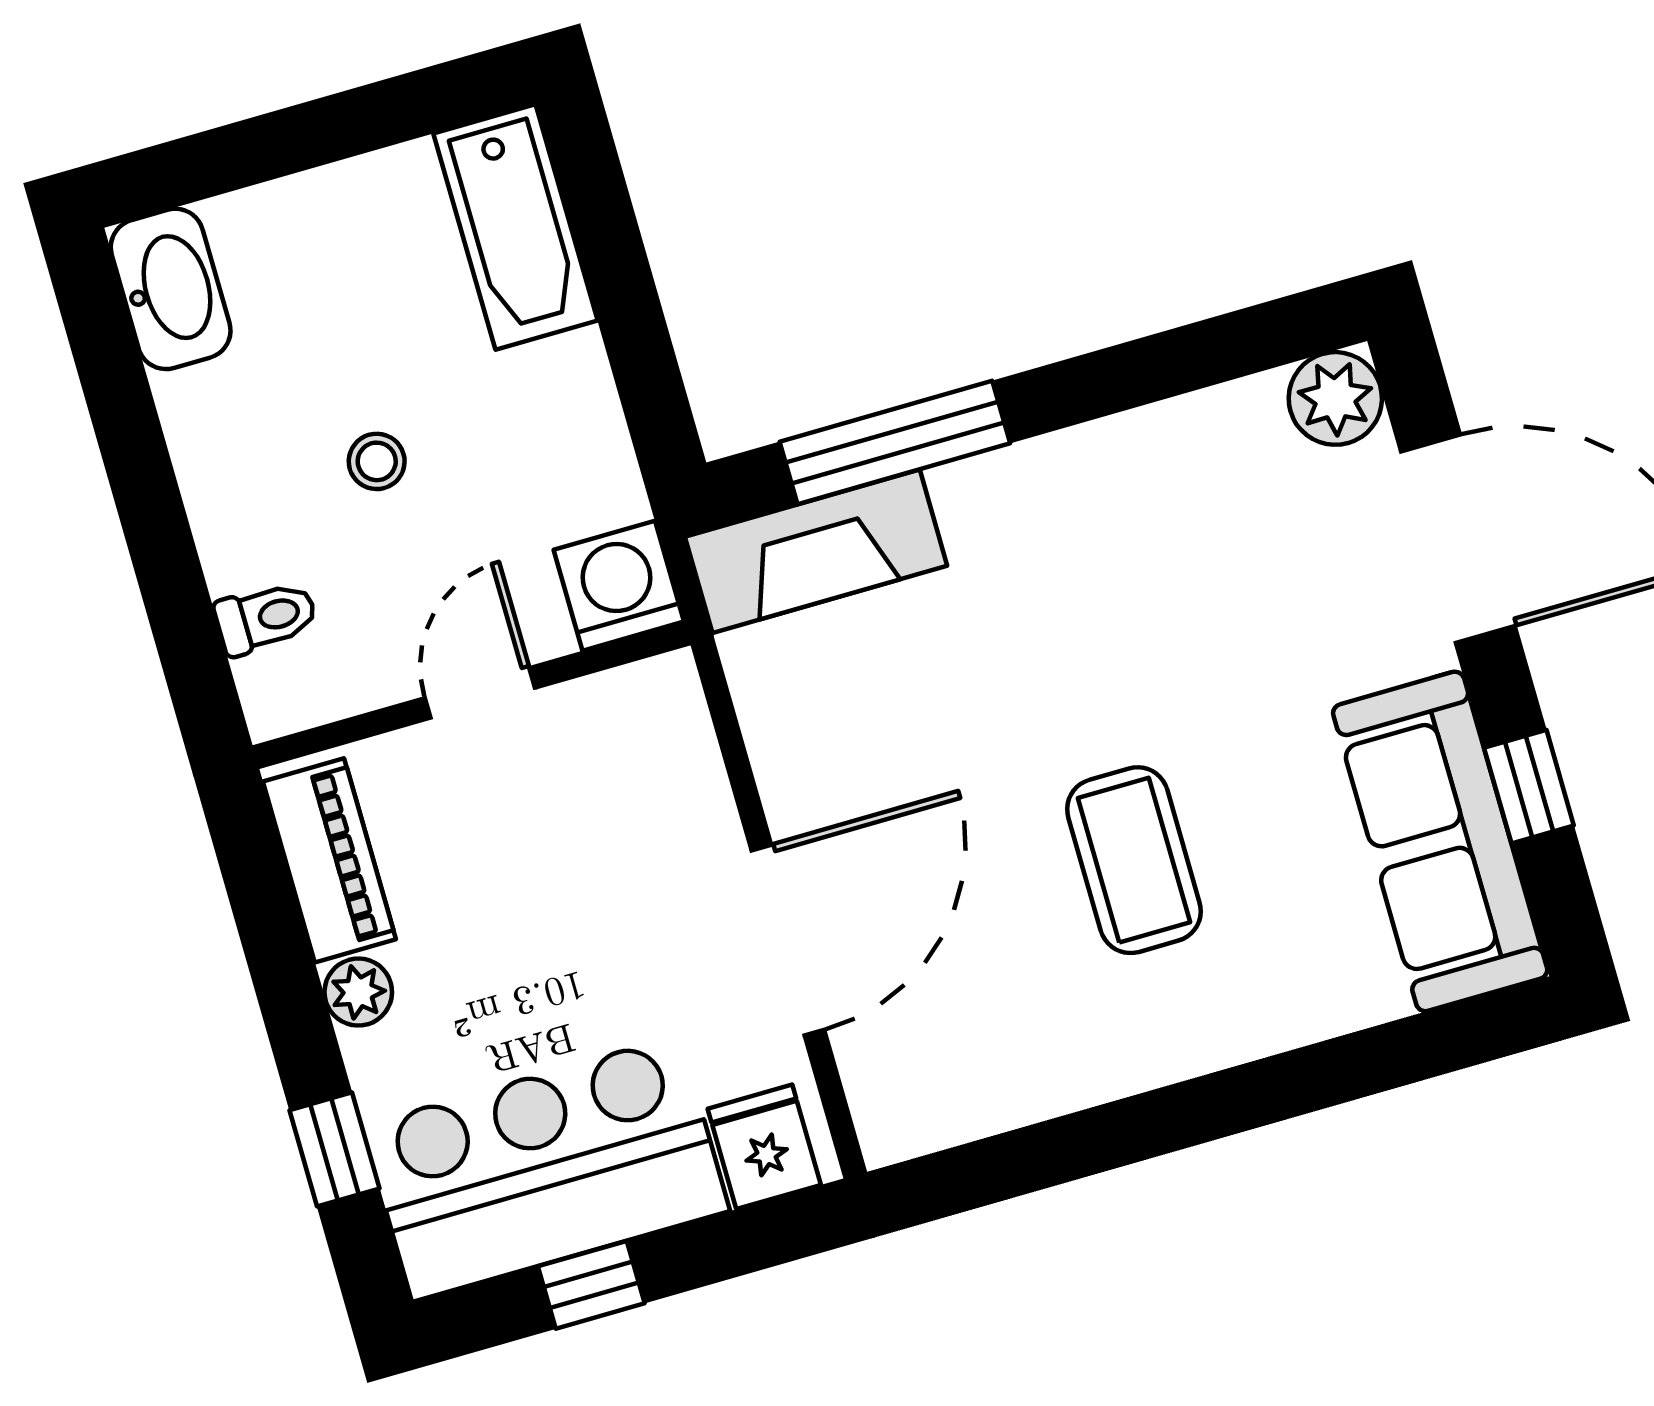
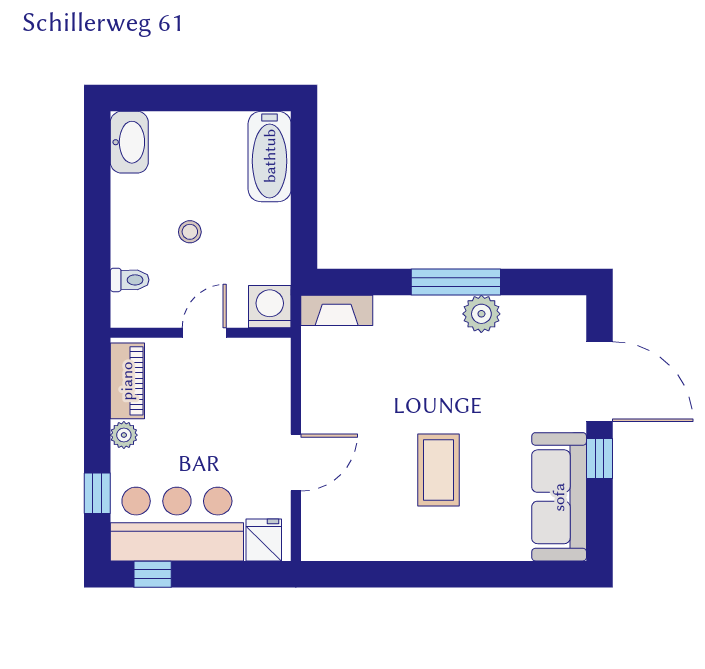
plant: (1335, 398) -> (481, 314), moved
window: (895, 442) -> (456, 282), moved
fireplace: (816, 551) -> (337, 310), width x0.73, depth x0.76
window: (1529, 787) -> (600, 459), moved
door: (788, 940) -> (296, 463), width x0.73
window: (591, 1285) -> (153, 574), moved

